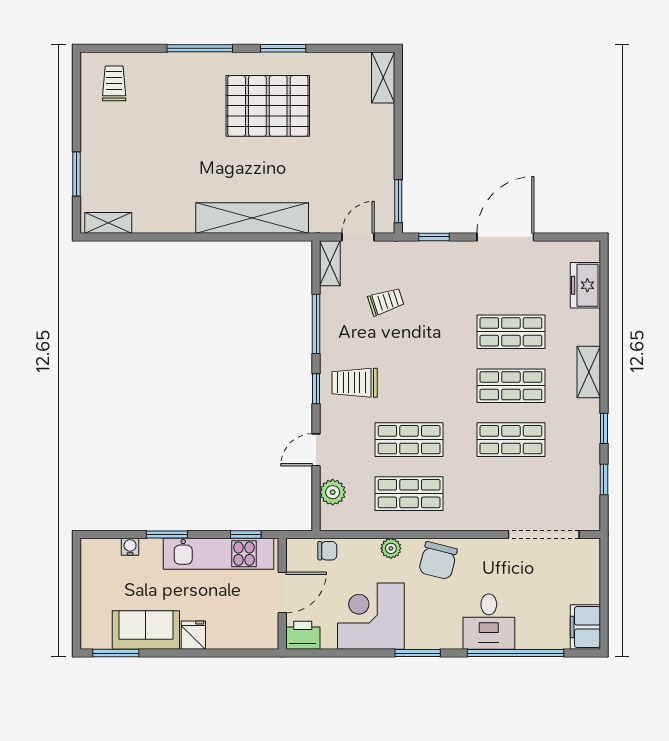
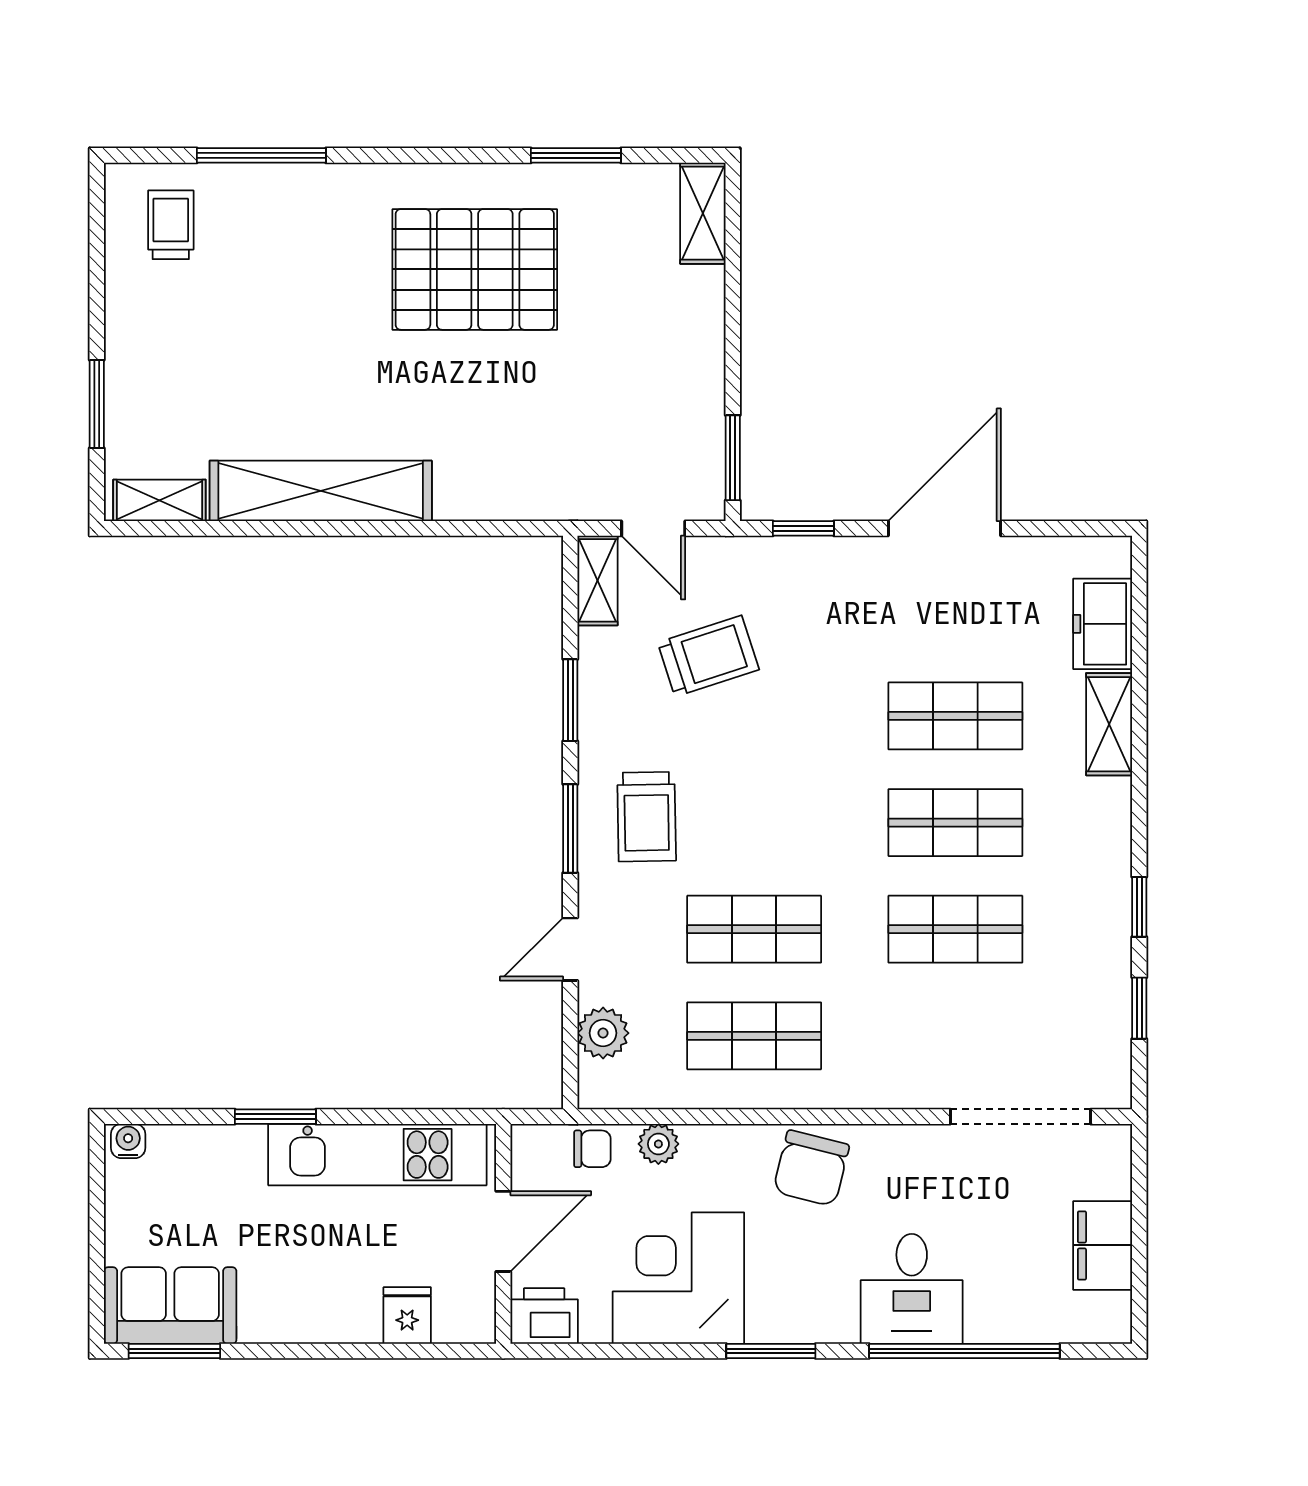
window: (200, 48) -> (261, 155), moved
window: (283, 48) -> (576, 155), moved
shelving: (252, 218) -> (321, 491), moved
door: (358, 237) -> (653, 528), swing flipped
trolley: (386, 302) -> (708, 656), width x1.36, depth x1.39
window: (316, 324) -> (570, 700), width x0.69
shelving: (589, 372) -> (1109, 724), moved
trolley: (355, 383) -> (647, 817), turned -91
window: (316, 389) -> (570, 829), width x1.50
window: (246, 535) -> (431, 1117), removed
water cooler: (130, 547) -> (128, 1141), moved
plant: (391, 548) -> (658, 1144), moved
filing cabinet: (585, 627) -> (1103, 1245), moved
sofa: (146, 630) -> (170, 1306), moved
fridge: (193, 635) -> (407, 1316), moved

